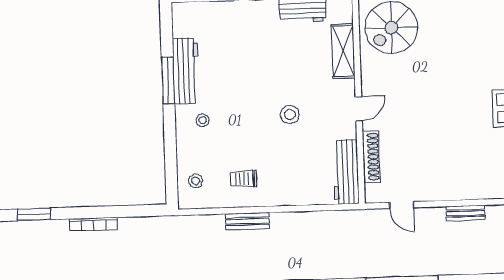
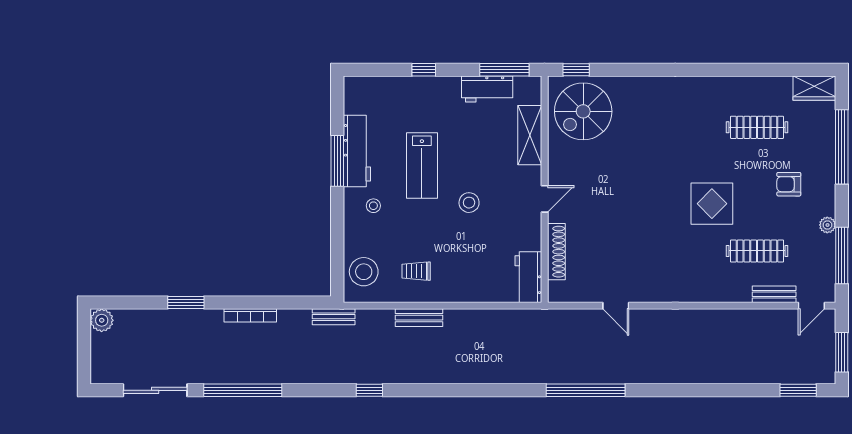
lab bench: (246, 82) -> (422, 165), added
workbench: (346, 172) -> (528, 277), width x0.73
stool: (196, 181) -> (364, 272), width x1.89, depth x1.89
door: (402, 205) -> (616, 306), moved
bench: (465, 213) -> (334, 317), moved

